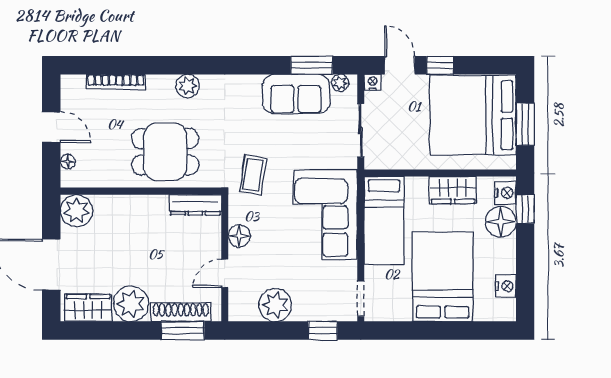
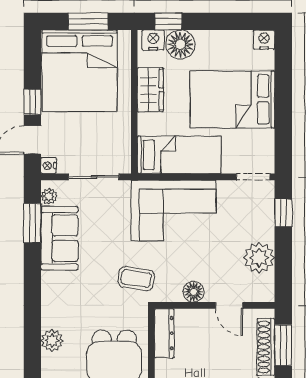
nightstand: (506, 286) -> (264, 40), moved

